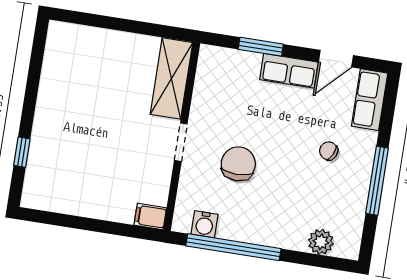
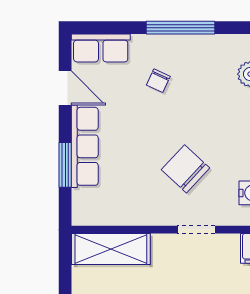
row of seats: (289, 71) -> (85, 146), width x1.48
doorway: (181, 142) -> (196, 230), moved
chair: (238, 164) -> (185, 169), turned 43

